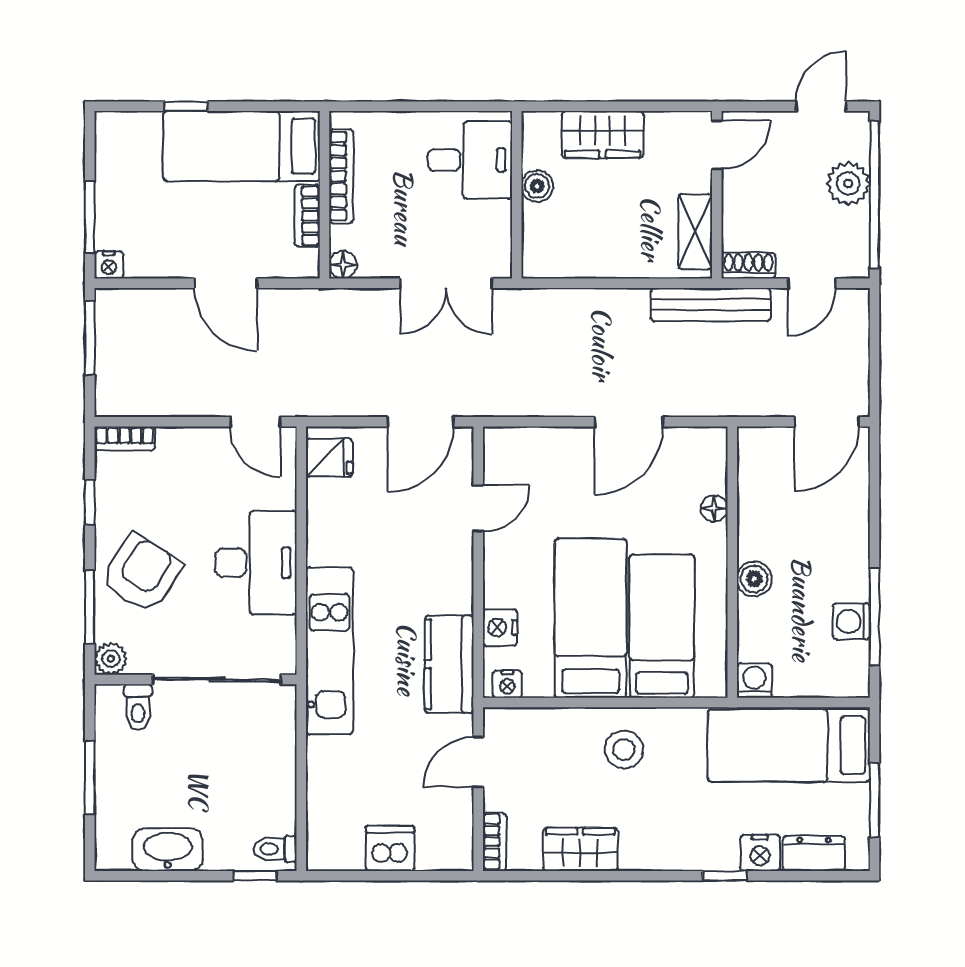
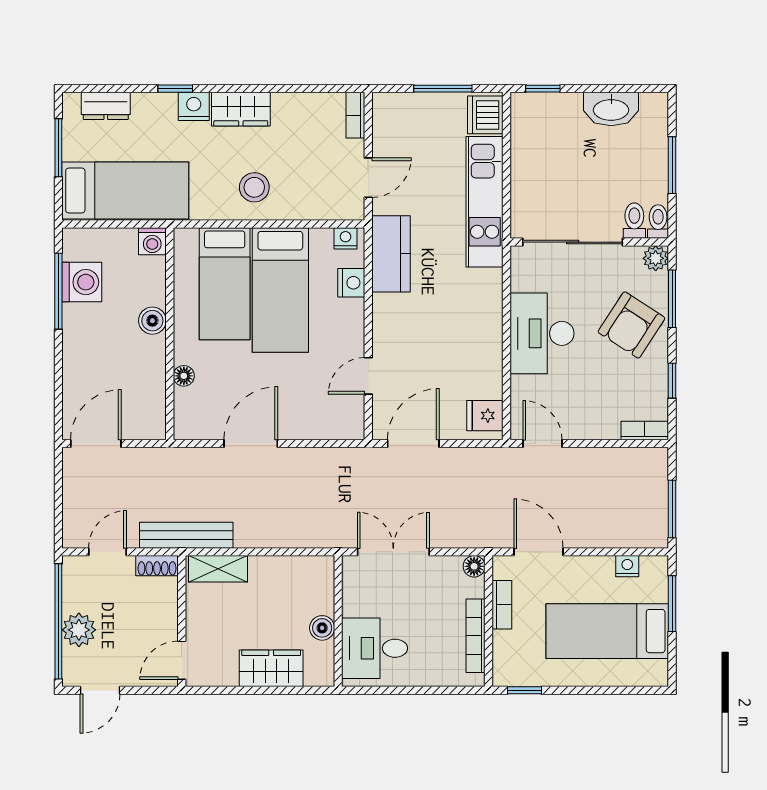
window: (186, 106) -> (525, 690), moved
bed: (242, 146) -> (607, 631), moved, turned 180
shelving: (695, 231) -> (218, 569), moved, turned 90
nightstand: (109, 265) -> (627, 566), moved
door: (226, 283) -> (538, 552), moved
washing machine: (851, 621) -> (82, 282), width x1.38, depth x1.38
kitchen unit: (329, 651) -> (485, 202), moved
dishwasher: (390, 848) -> (485, 115), moved, turned 90
toilet: (275, 849) -> (658, 222), moved, turned -90
wardrobe: (580, 849) -> (241, 109), moved
nightstand: (760, 853) -> (194, 106), moved
window: (383, 876) -> (443, 89), added

